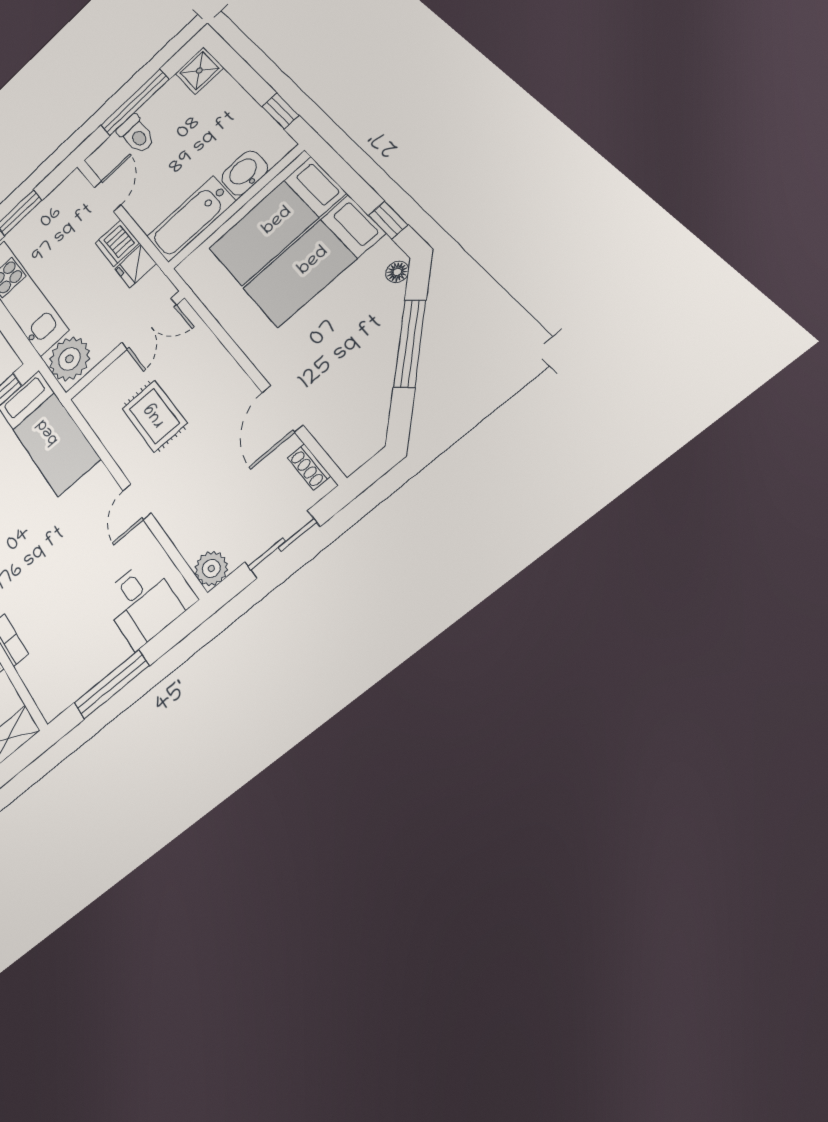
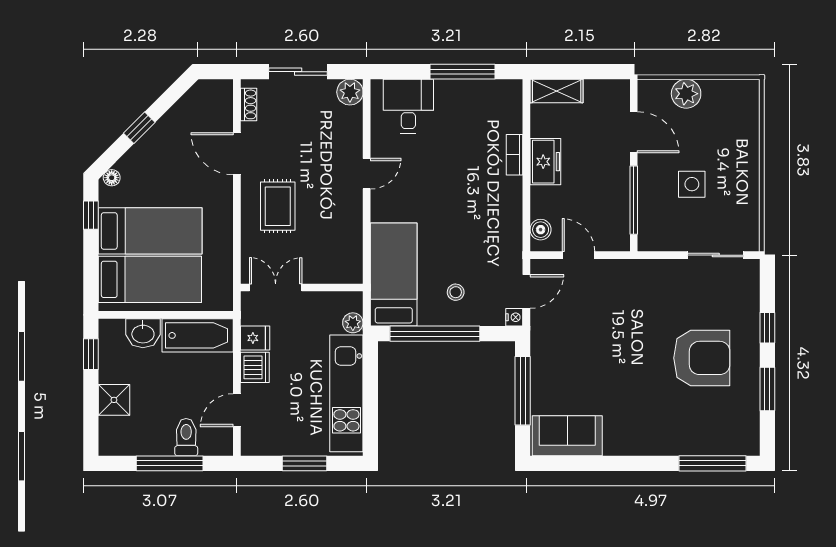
shower: (199, 71) -> (114, 400), moved
window: (410, 344) -> (139, 128), width x0.46
plant: (69, 359) -> (353, 323), width x0.53, depth x0.53
door: (282, 409) -> (237, 154), swing flipped
rug: (154, 416) -> (278, 206), moved

